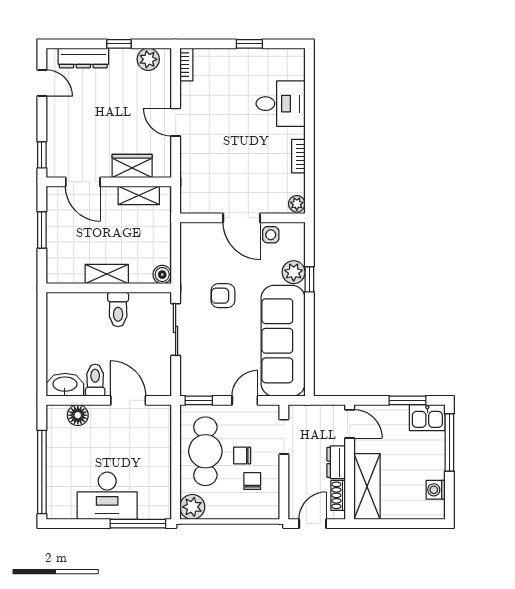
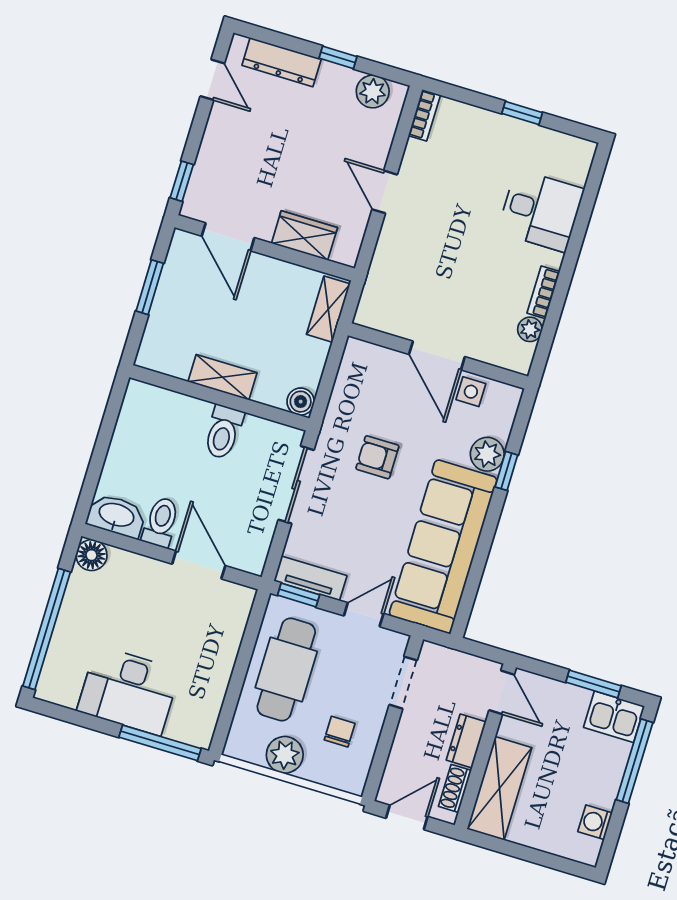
shelving: (139, 195) -> (328, 309), moved, turned 90
plant: (297, 204) -> (530, 329), moved
tv unit: (203, 387) -> (310, 578), added
floor lamp: (78, 415) -> (91, 555), moved
chair: (242, 455) -> (336, 691), removed
plant: (192, 507) -> (285, 755), moved

